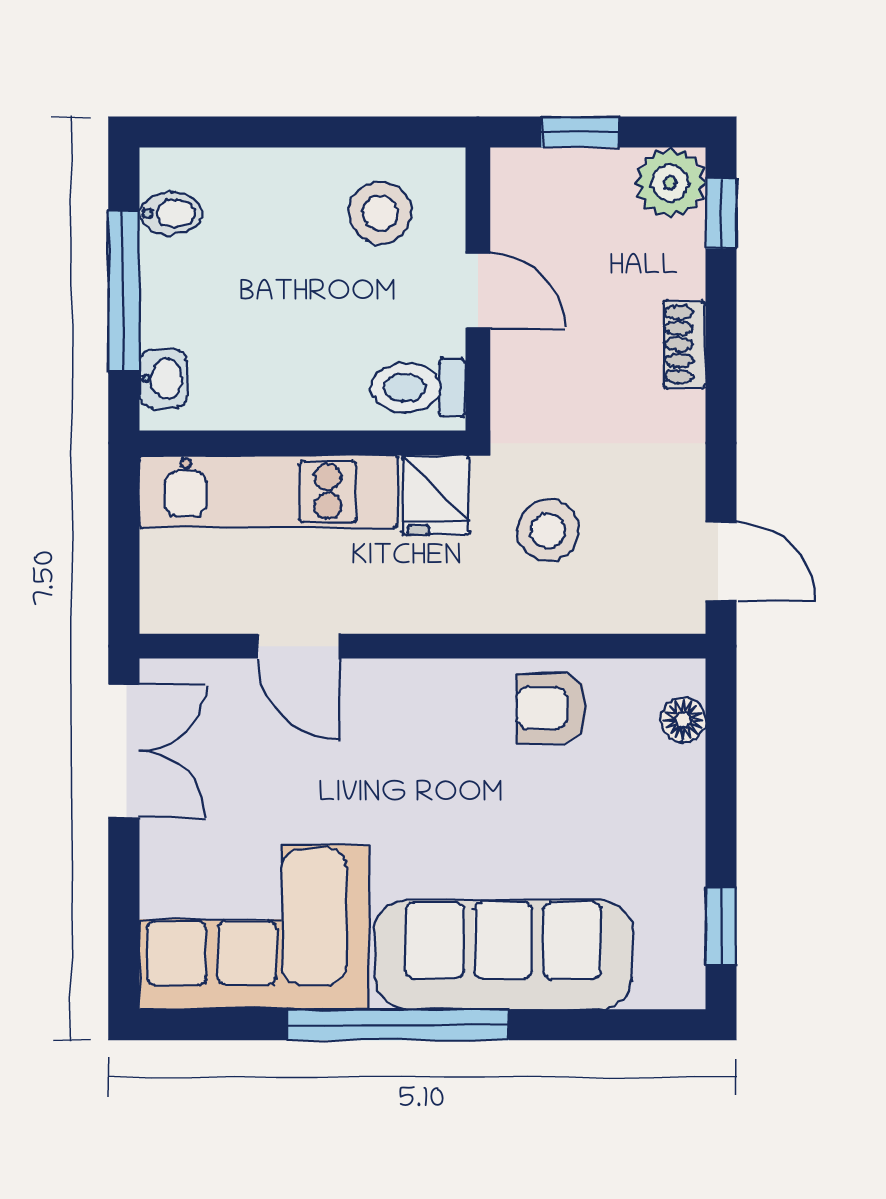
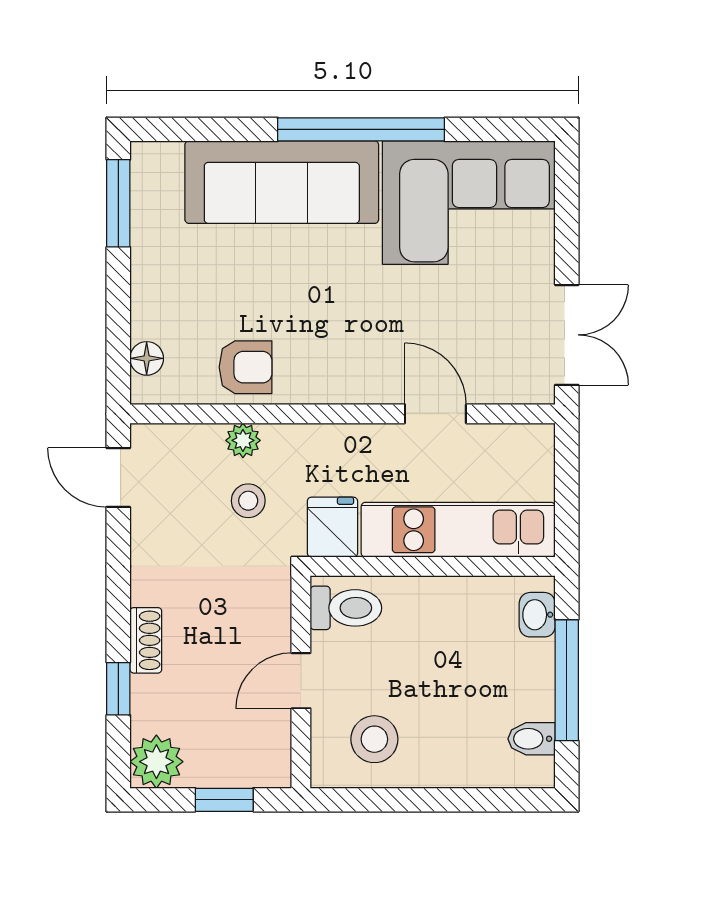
window: (721, 214) -> (118, 689), moved
door: (478, 291) -> (301, 681), hinge flipped
stool: (548, 530) -> (248, 501), width x0.73, depth x0.73
plant: (555, 611) -> (243, 440), added
double door: (124, 751) -> (567, 335), swing flipped
window: (721, 926) -> (118, 203), width x1.50

